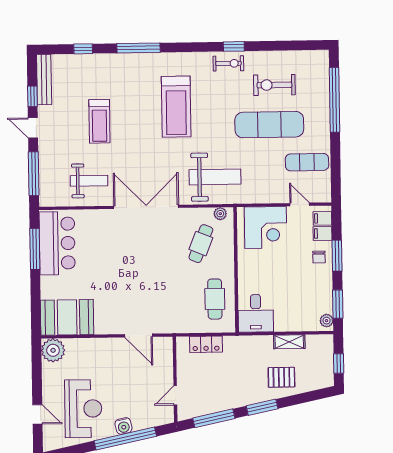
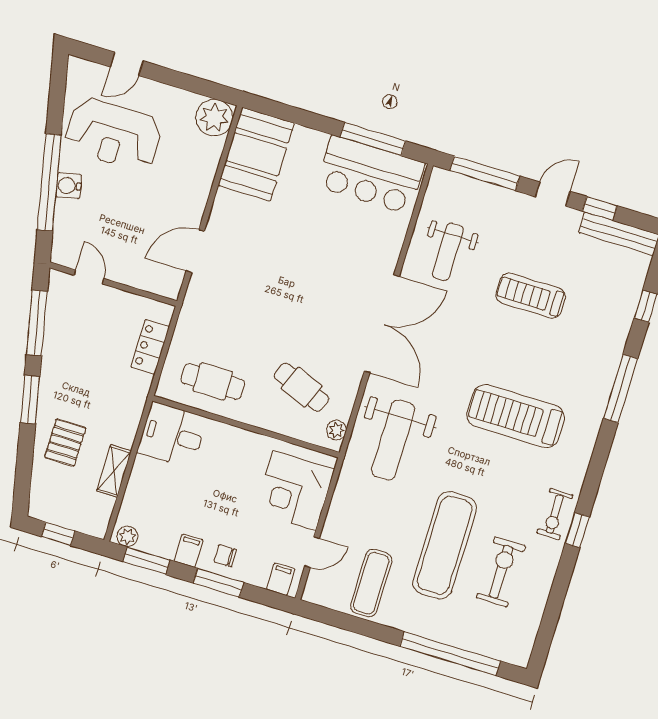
filing cabinet: (322, 233) -> (189, 551), moved

